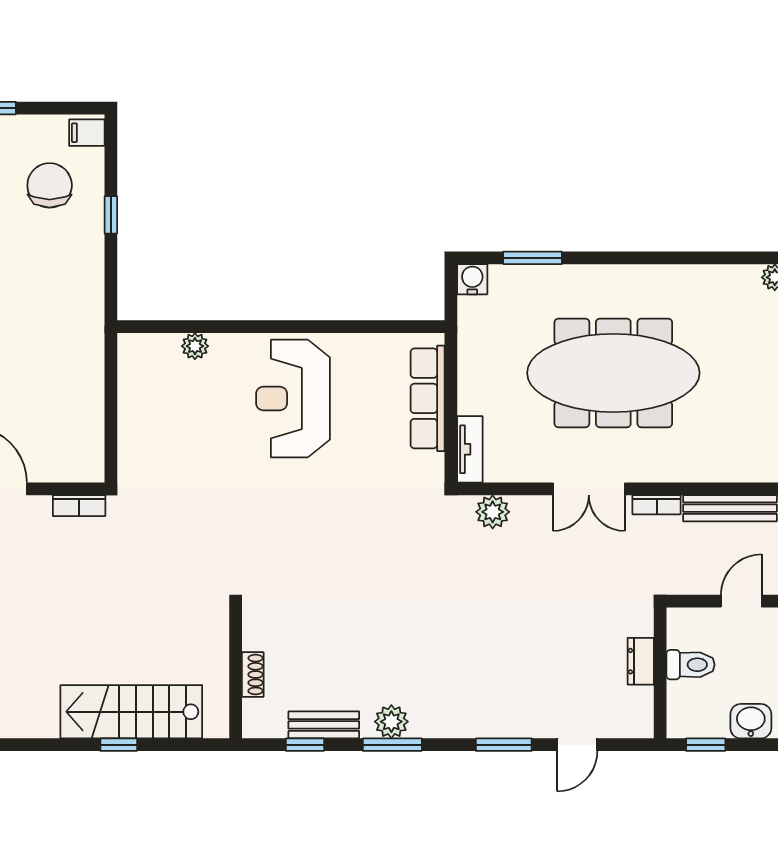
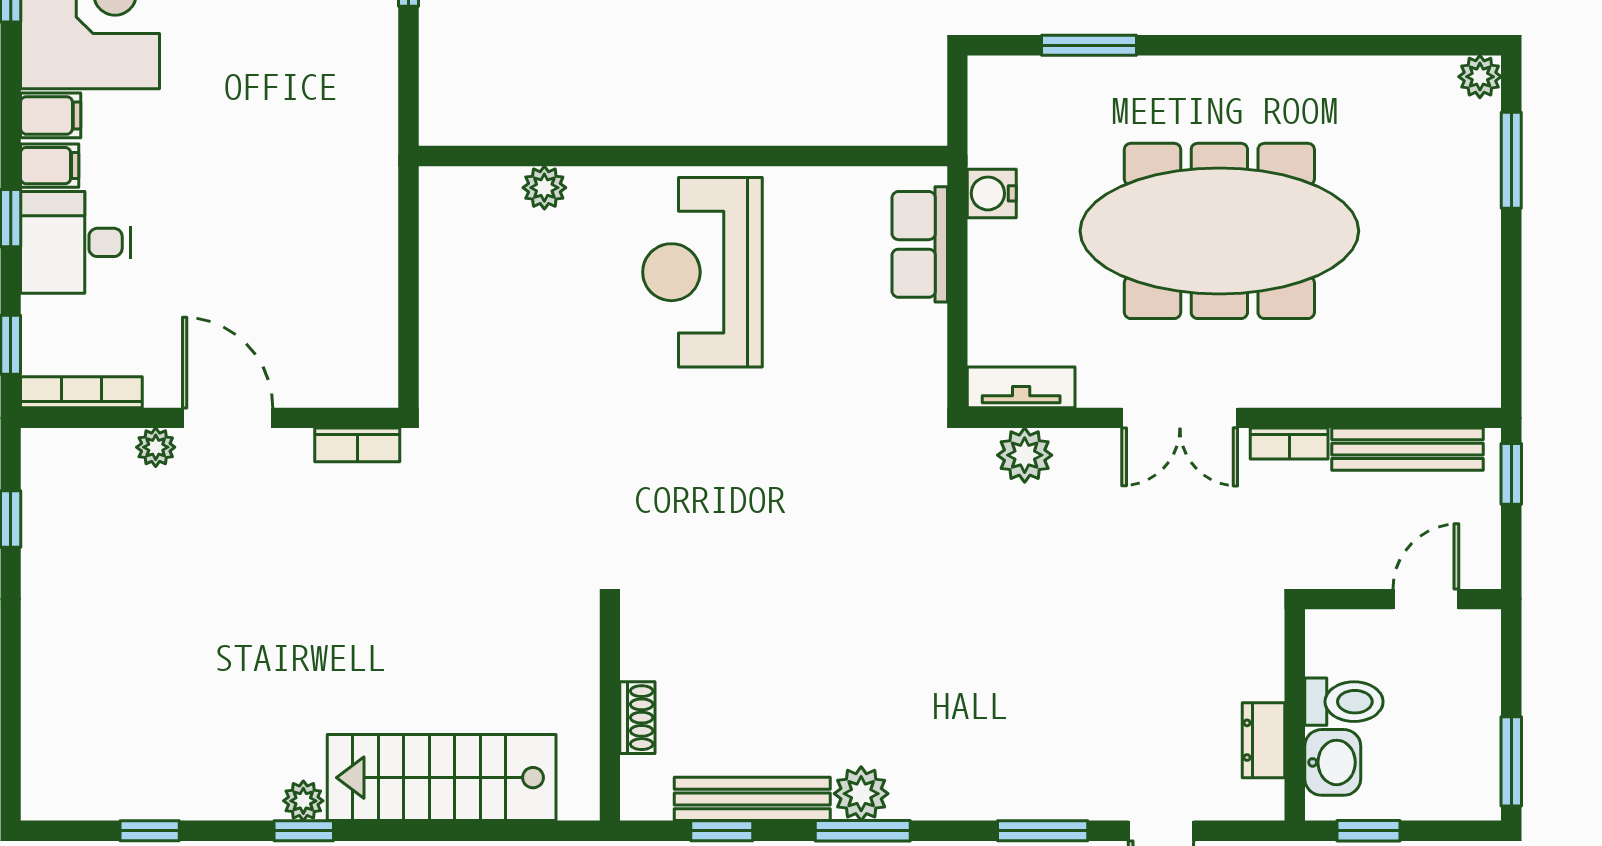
water cooler: (472, 279) -> (992, 193), moved, turned -90
row of seats: (428, 398) -> (920, 244), width x0.68
tv unit: (470, 449) -> (1021, 387), moved, turned -90
dresser: (641, 661) -> (1263, 740), moved
washbasin: (751, 721) -> (1333, 762), moved, turned 90
bench: (324, 725) -> (752, 799), width x1.36
plant: (46, 726) -> (303, 801), added
window: (119, 745) -> (304, 831), moved

